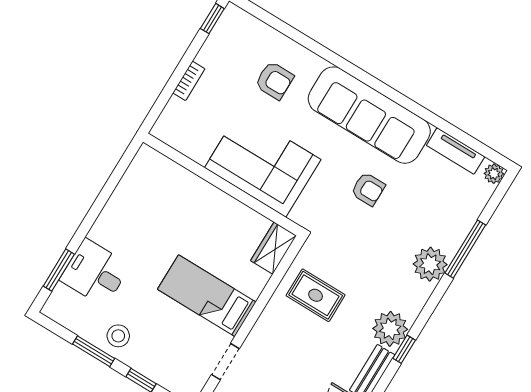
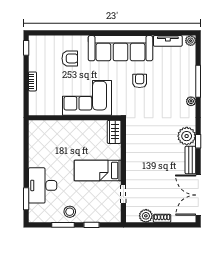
armchair: (368, 189) -> (140, 81), turned -90
plant: (430, 264) -> (191, 101), width x0.53, depth x0.53
desk: (95, 273) -> (43, 185), width x1.37
rug: (316, 295) -> (145, 141), removed

